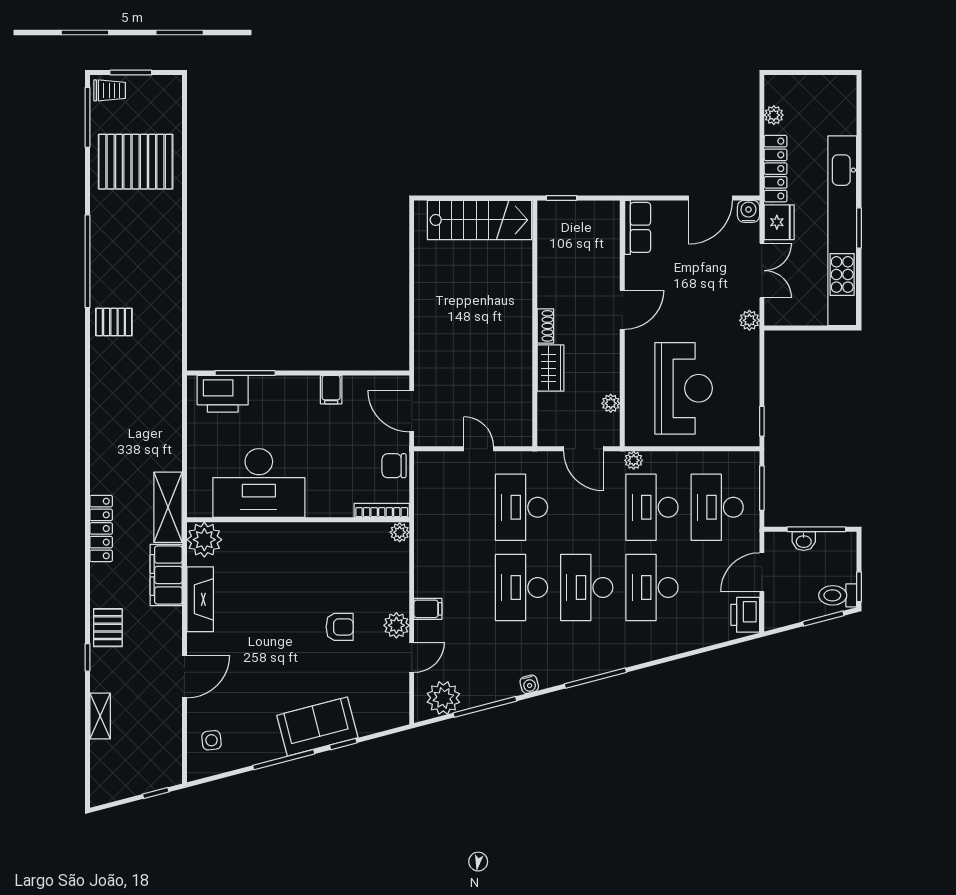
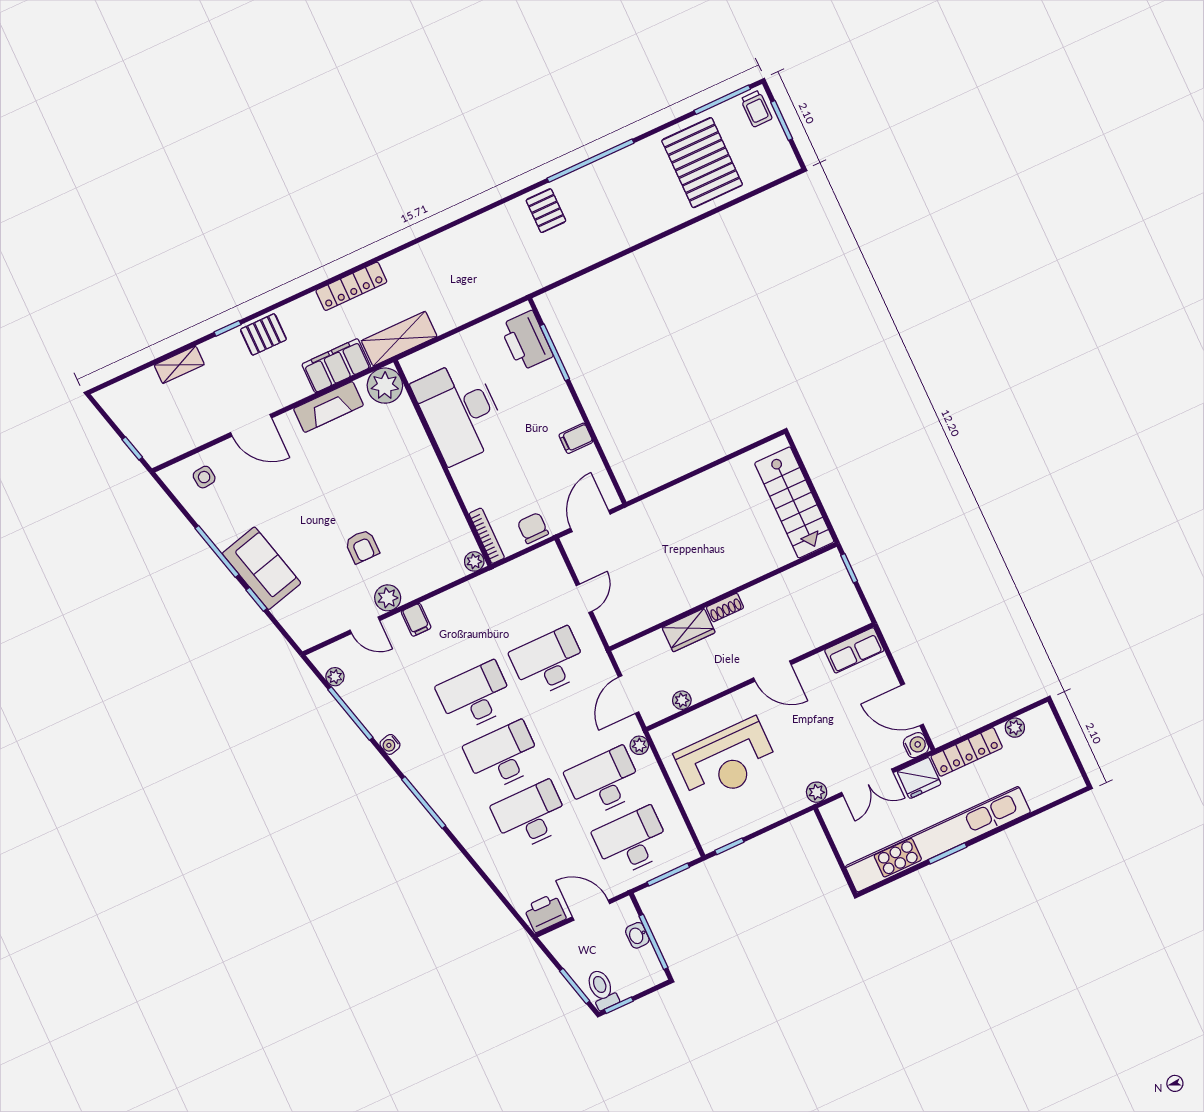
plant: (443, 698) -> (335, 677), width x0.53, depth x0.53

